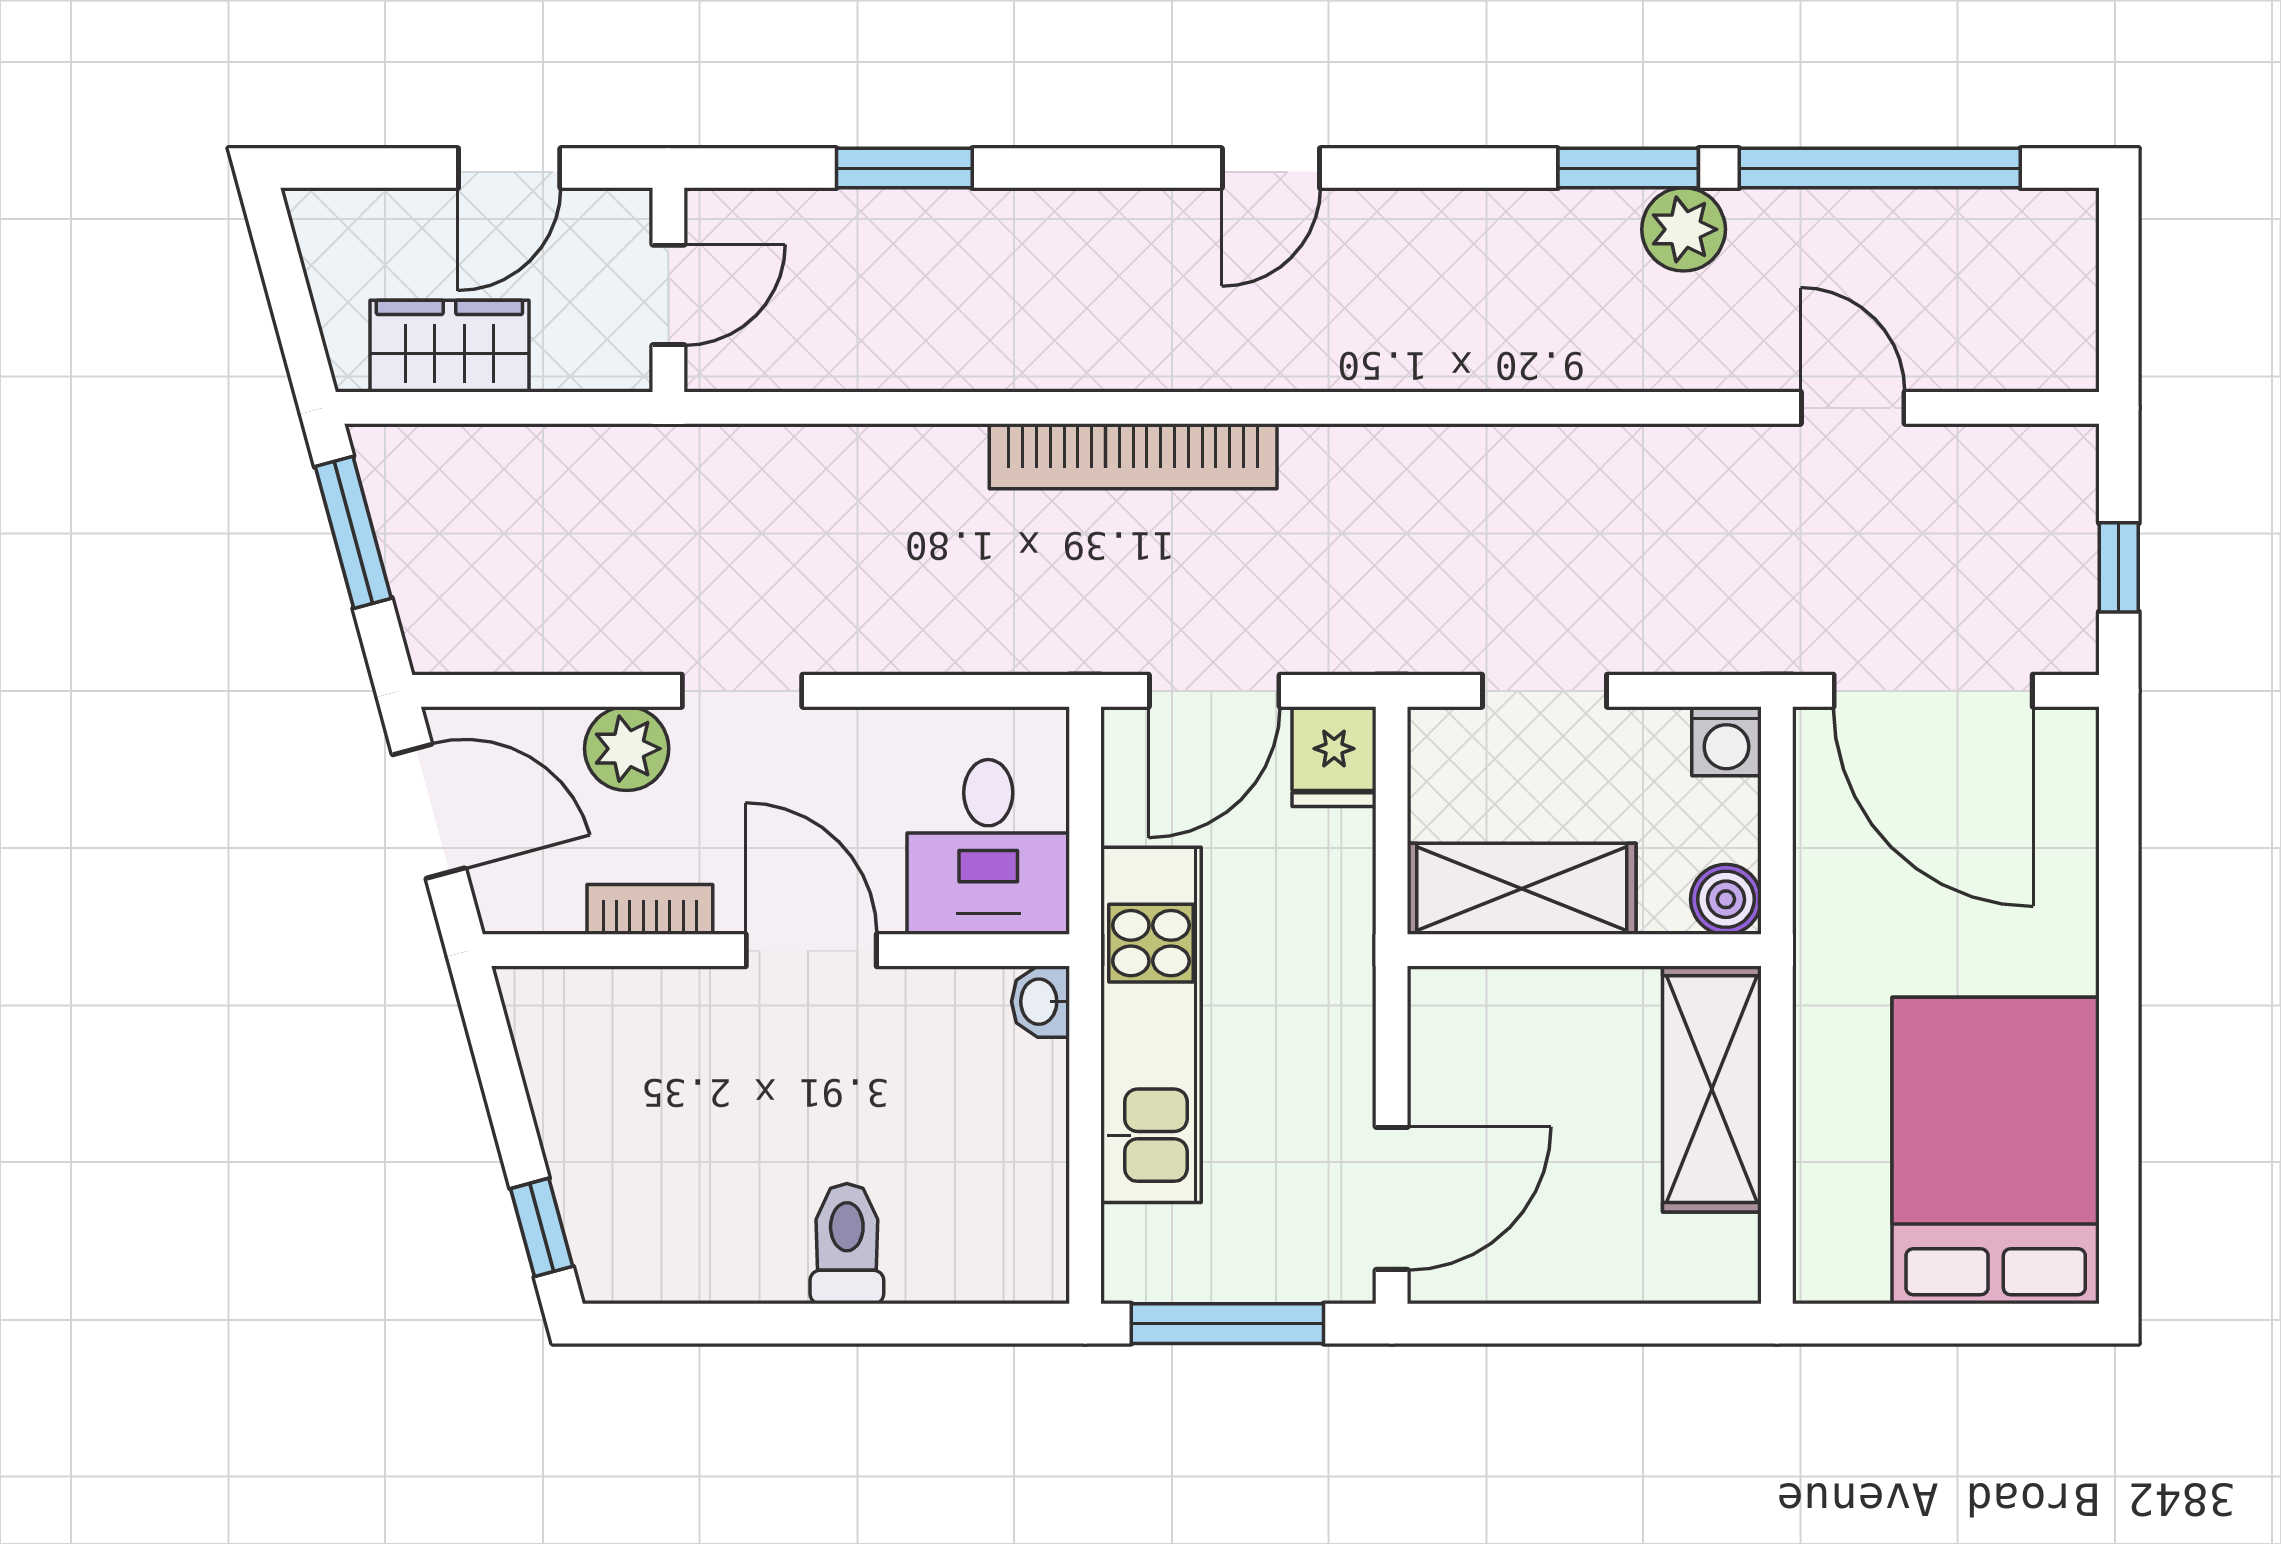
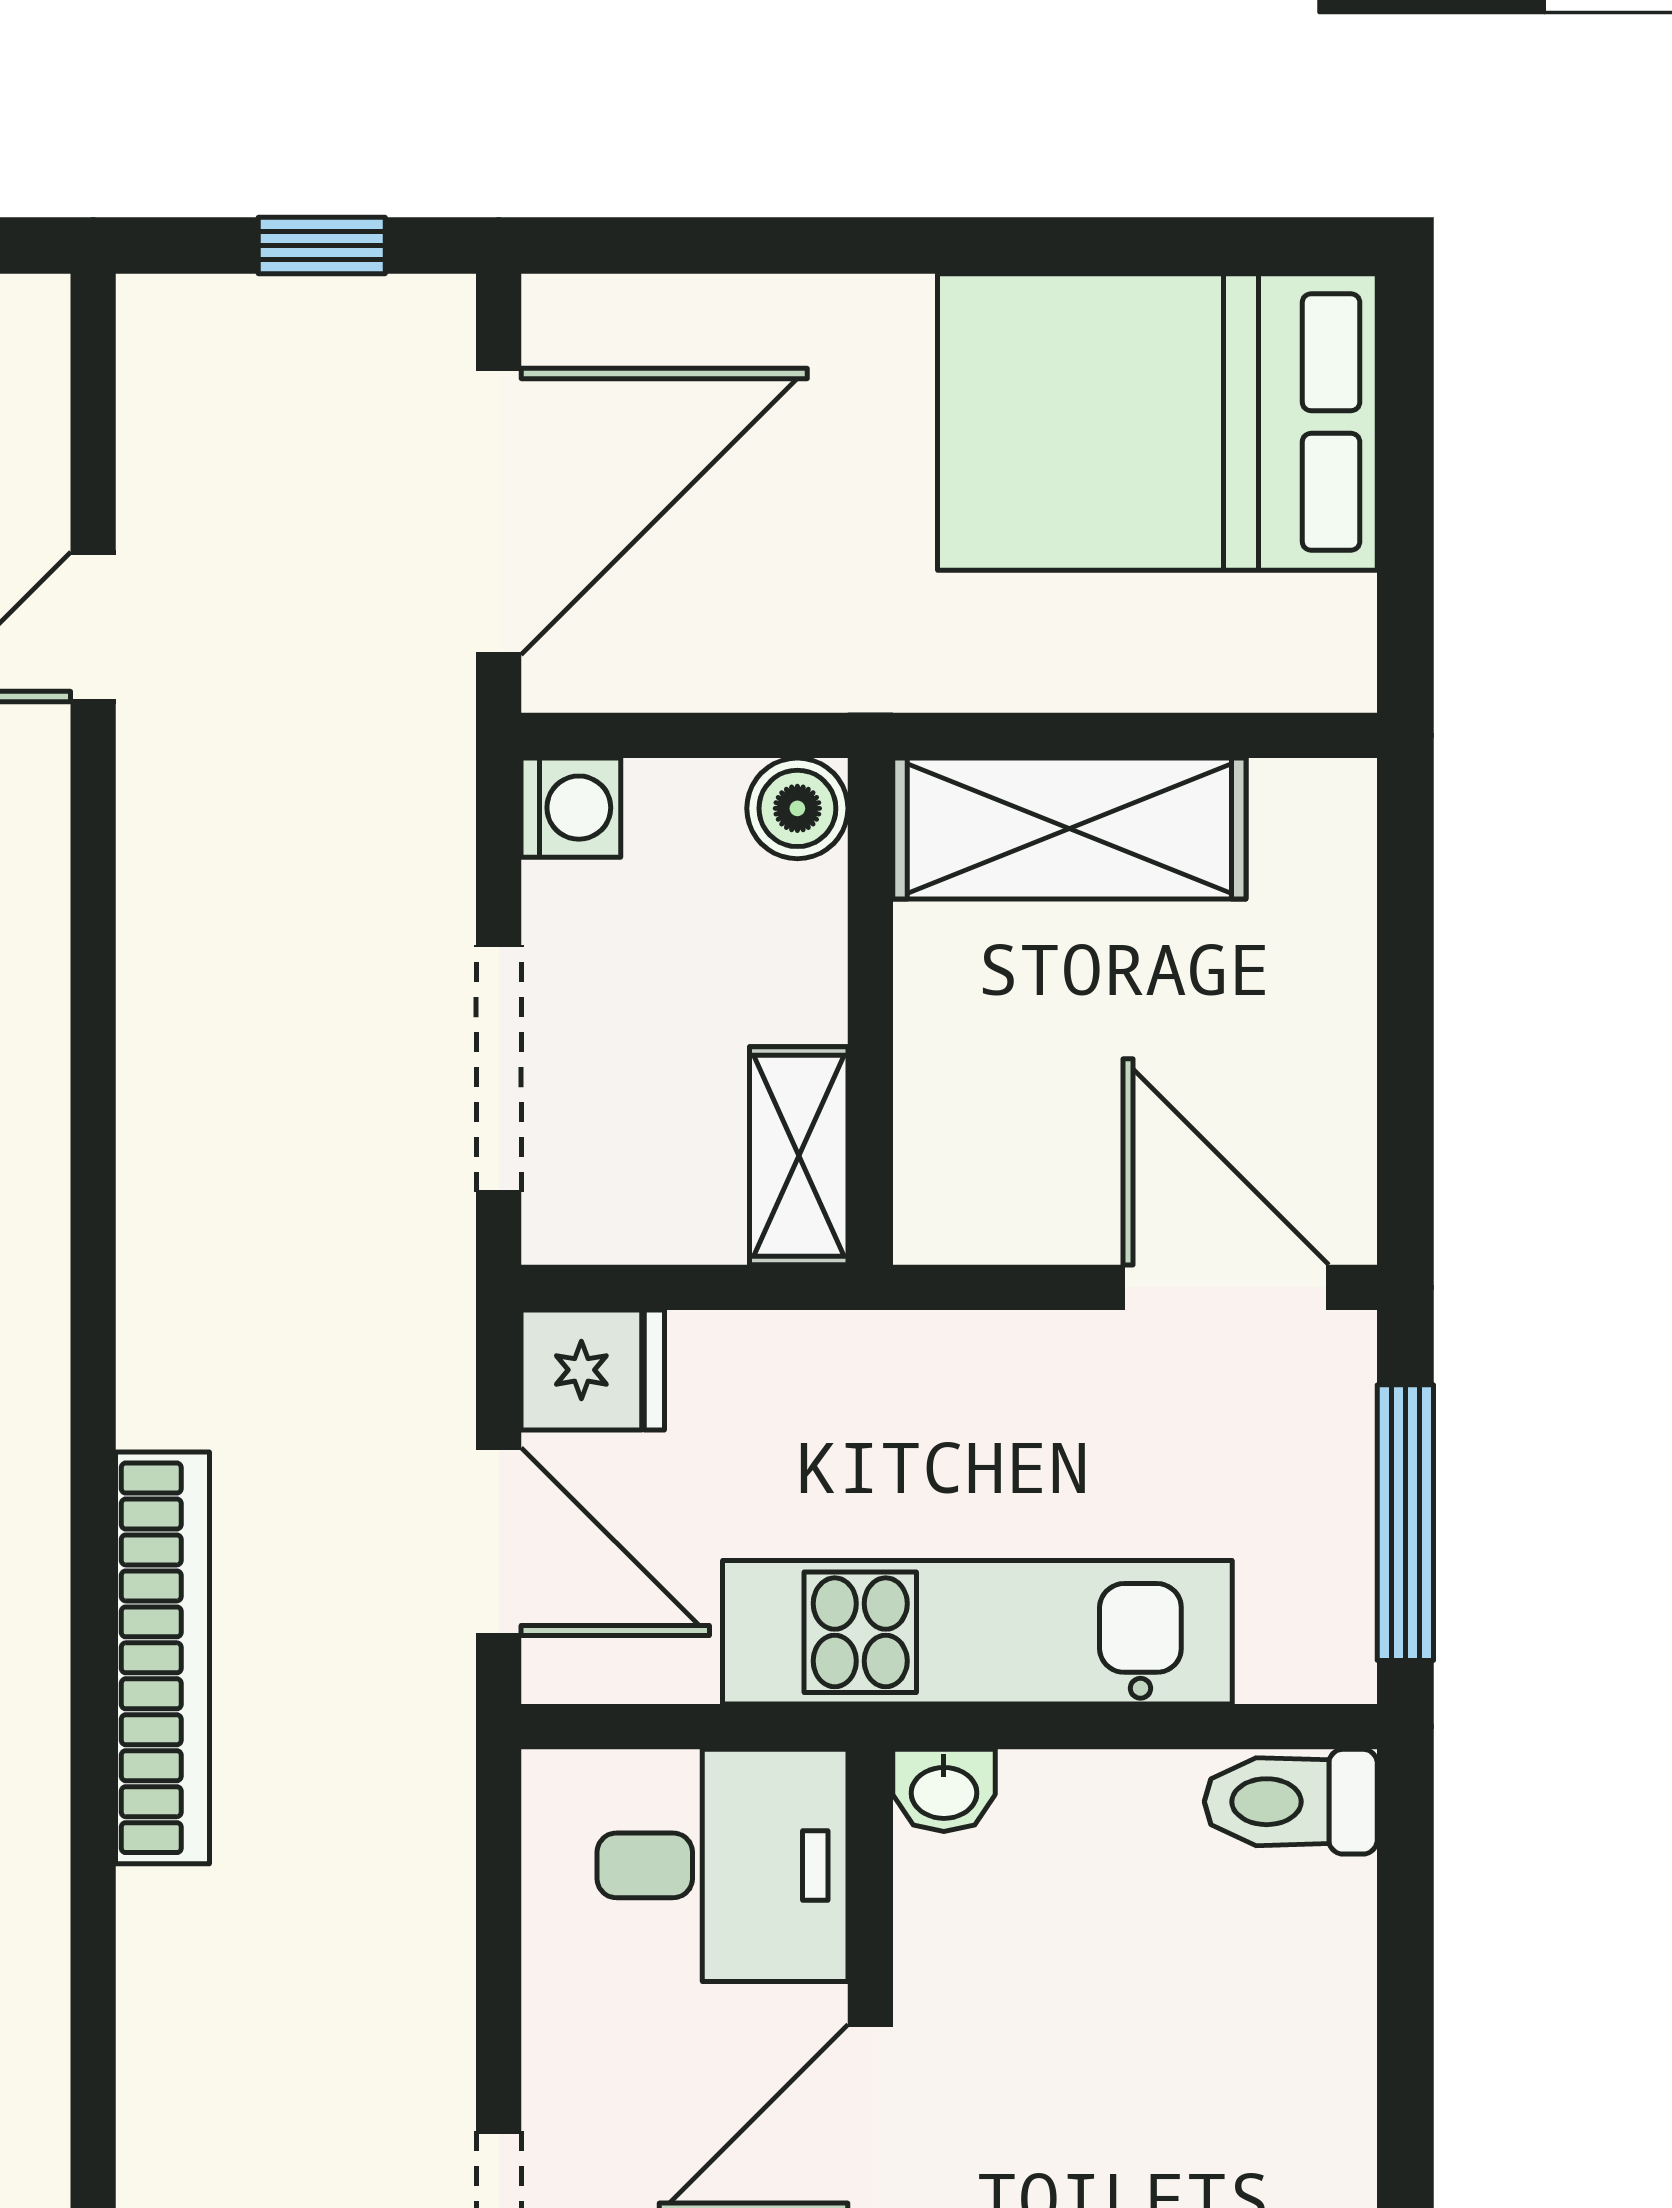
doorway: (1545, 691) -> (499, 1068), width x1.38
shelving: (1522, 889) -> (799, 1156), width x0.67, depth x0.75
toilet: (847, 1244) -> (1291, 1802), moved

